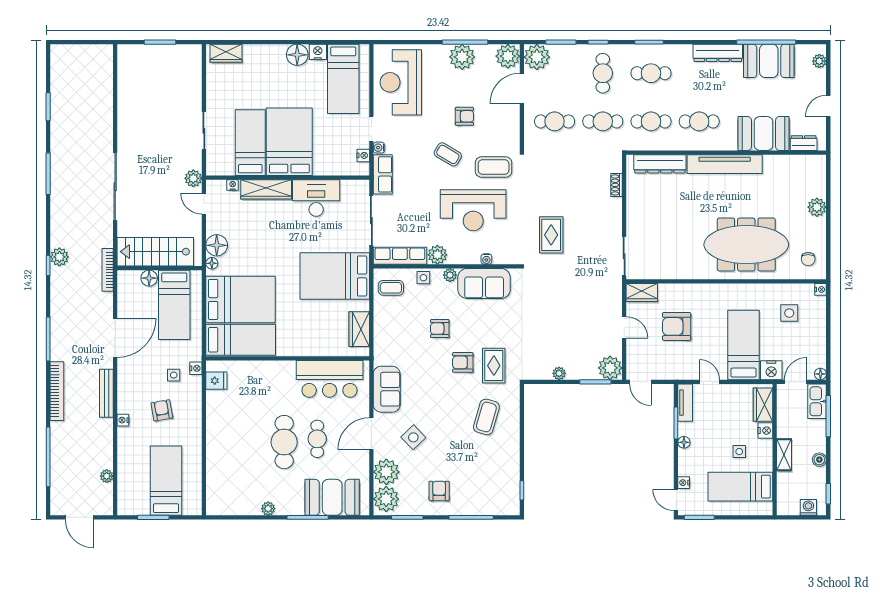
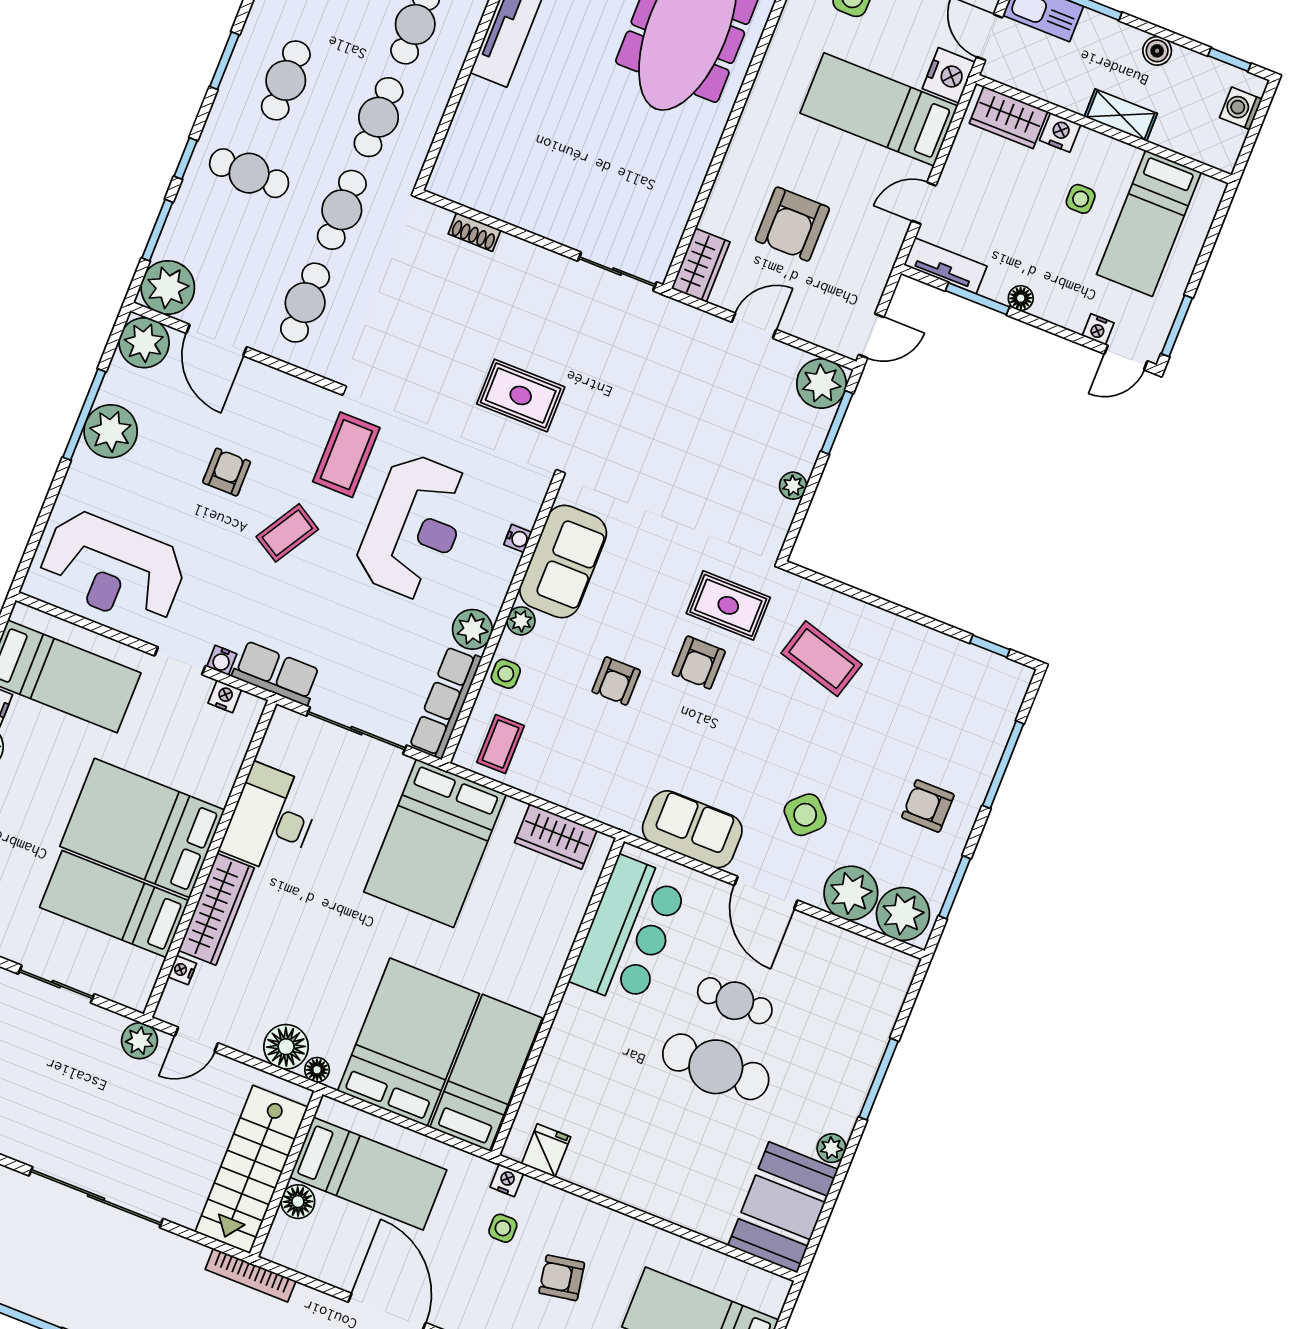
dresser: (660, 164) -> (467, 132), removed
booth: (332, 497) -> (783, 1207), moved

